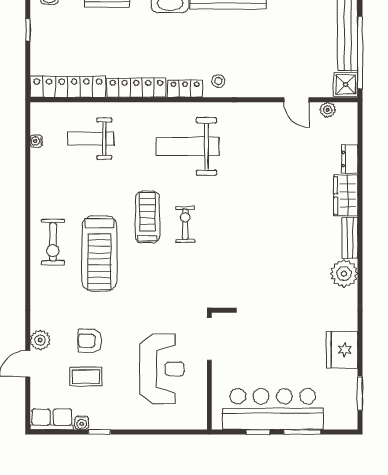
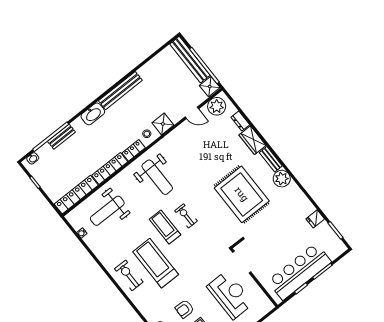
shower: (249, 85) -> (163, 124), added
plant: (328, 110) -> (217, 106), width x1.87, depth x1.87
weight bench: (91, 139) -> (107, 211), width x1.36, depth x1.33
weight bench: (188, 146) -> (157, 177), turned -90
exercise bike: (53, 242) -> (129, 275), turned 180
treadmill: (99, 253) -> (156, 263), turned 180
rug: (277, 253) -> (242, 194), added
fridge: (342, 350) -> (315, 219), width x0.53, depth x0.75

